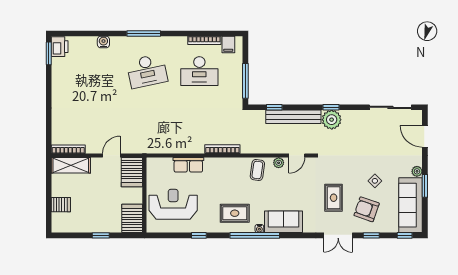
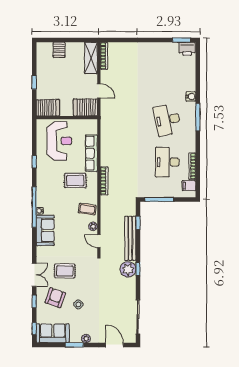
water cooler: (103, 42) -> (191, 97), moved
door: (425, 136) -> (114, 345), hinge flipped
row of seats: (188, 165) -> (91, 153), width x1.48
sofa: (411, 205) -> (53, 333), width x0.73
rug: (235, 213) -> (75, 181), moved, turned 90
double door: (338, 235) -> (34, 275), swing flipped

